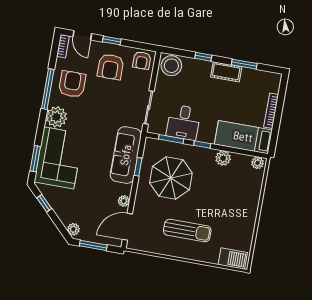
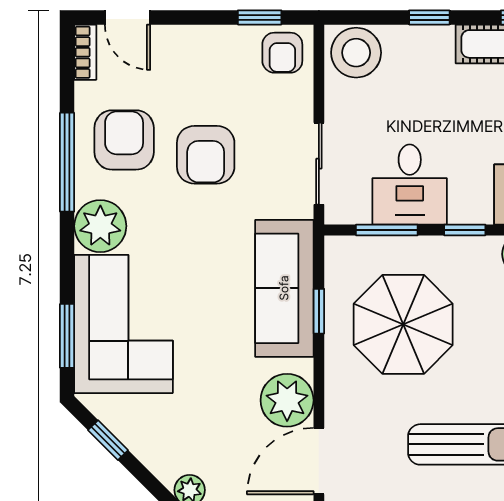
window: (112, 40) -> (260, 17), moved
armchair: (111, 67) -> (206, 155), moved
plant: (124, 201) -> (287, 400), width x1.87, depth x1.87

